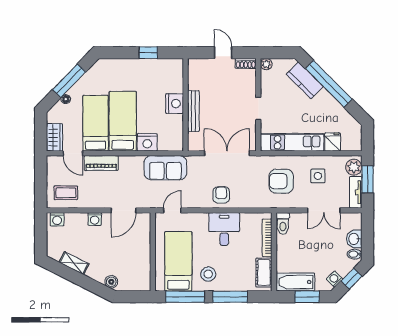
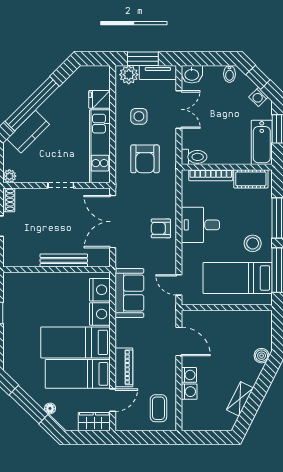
nightstand: (175, 104) -> (100, 290), moved, turned 90
washing machine: (57, 219) -> (189, 392), moved
washbasin: (354, 239) -> (192, 74), moved

